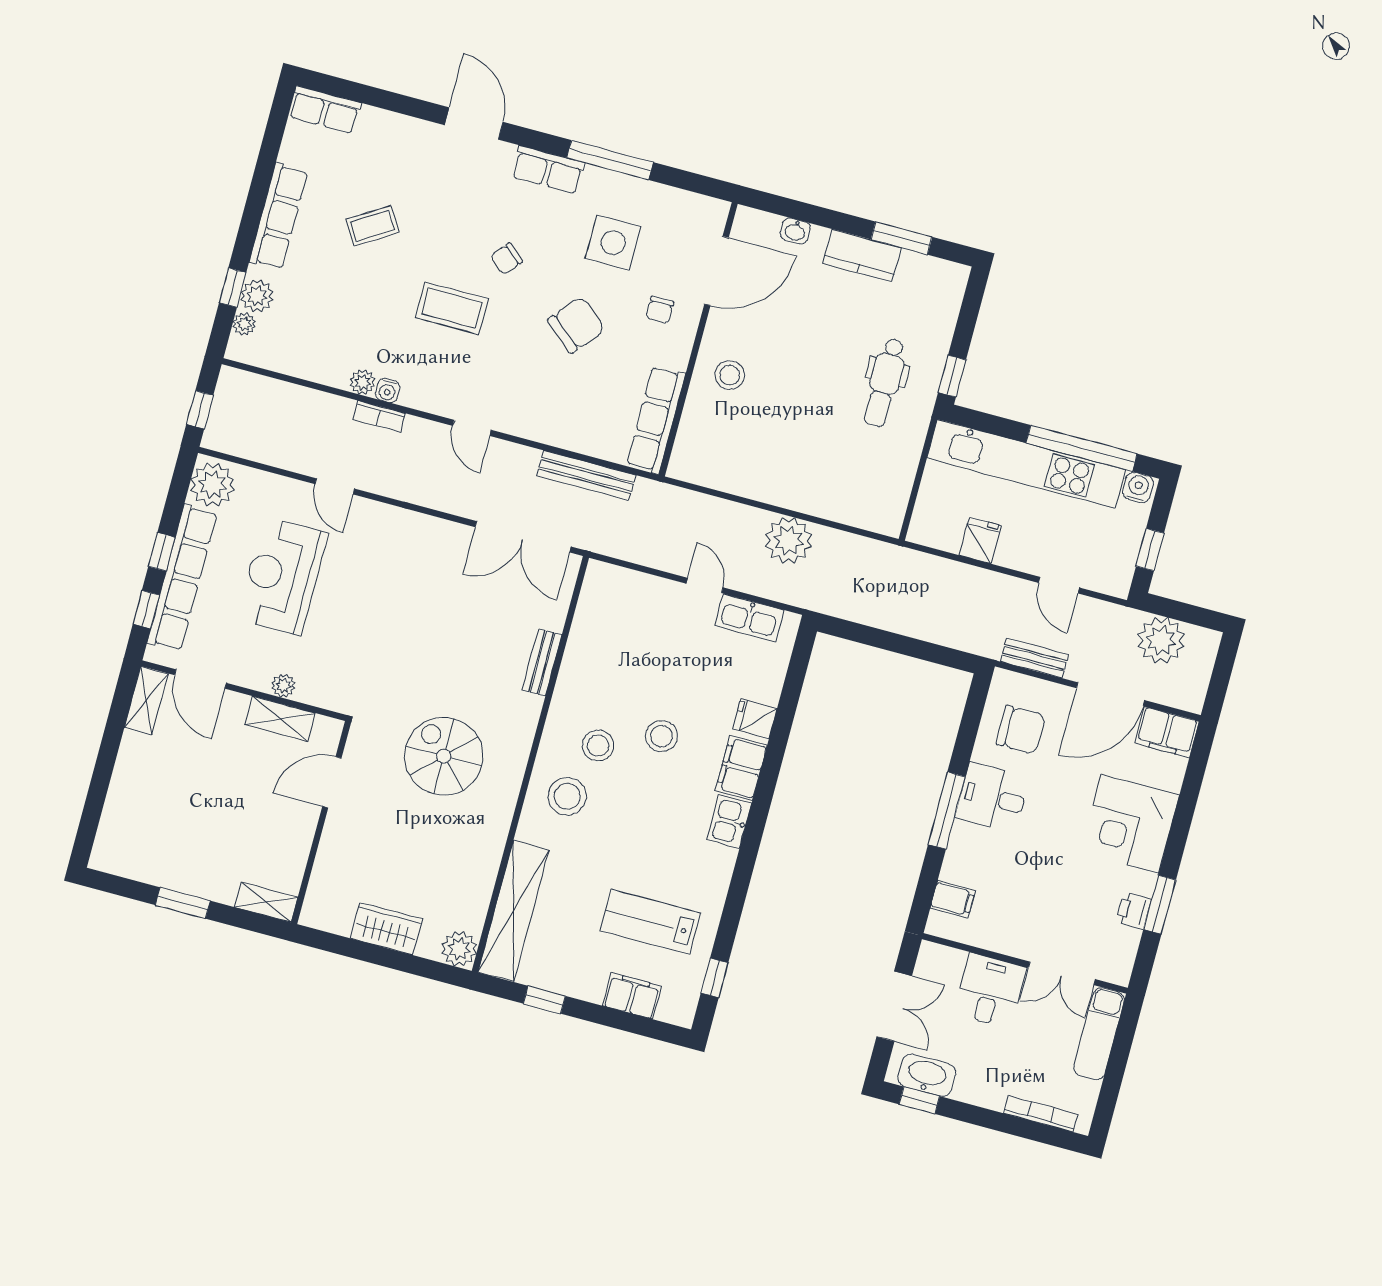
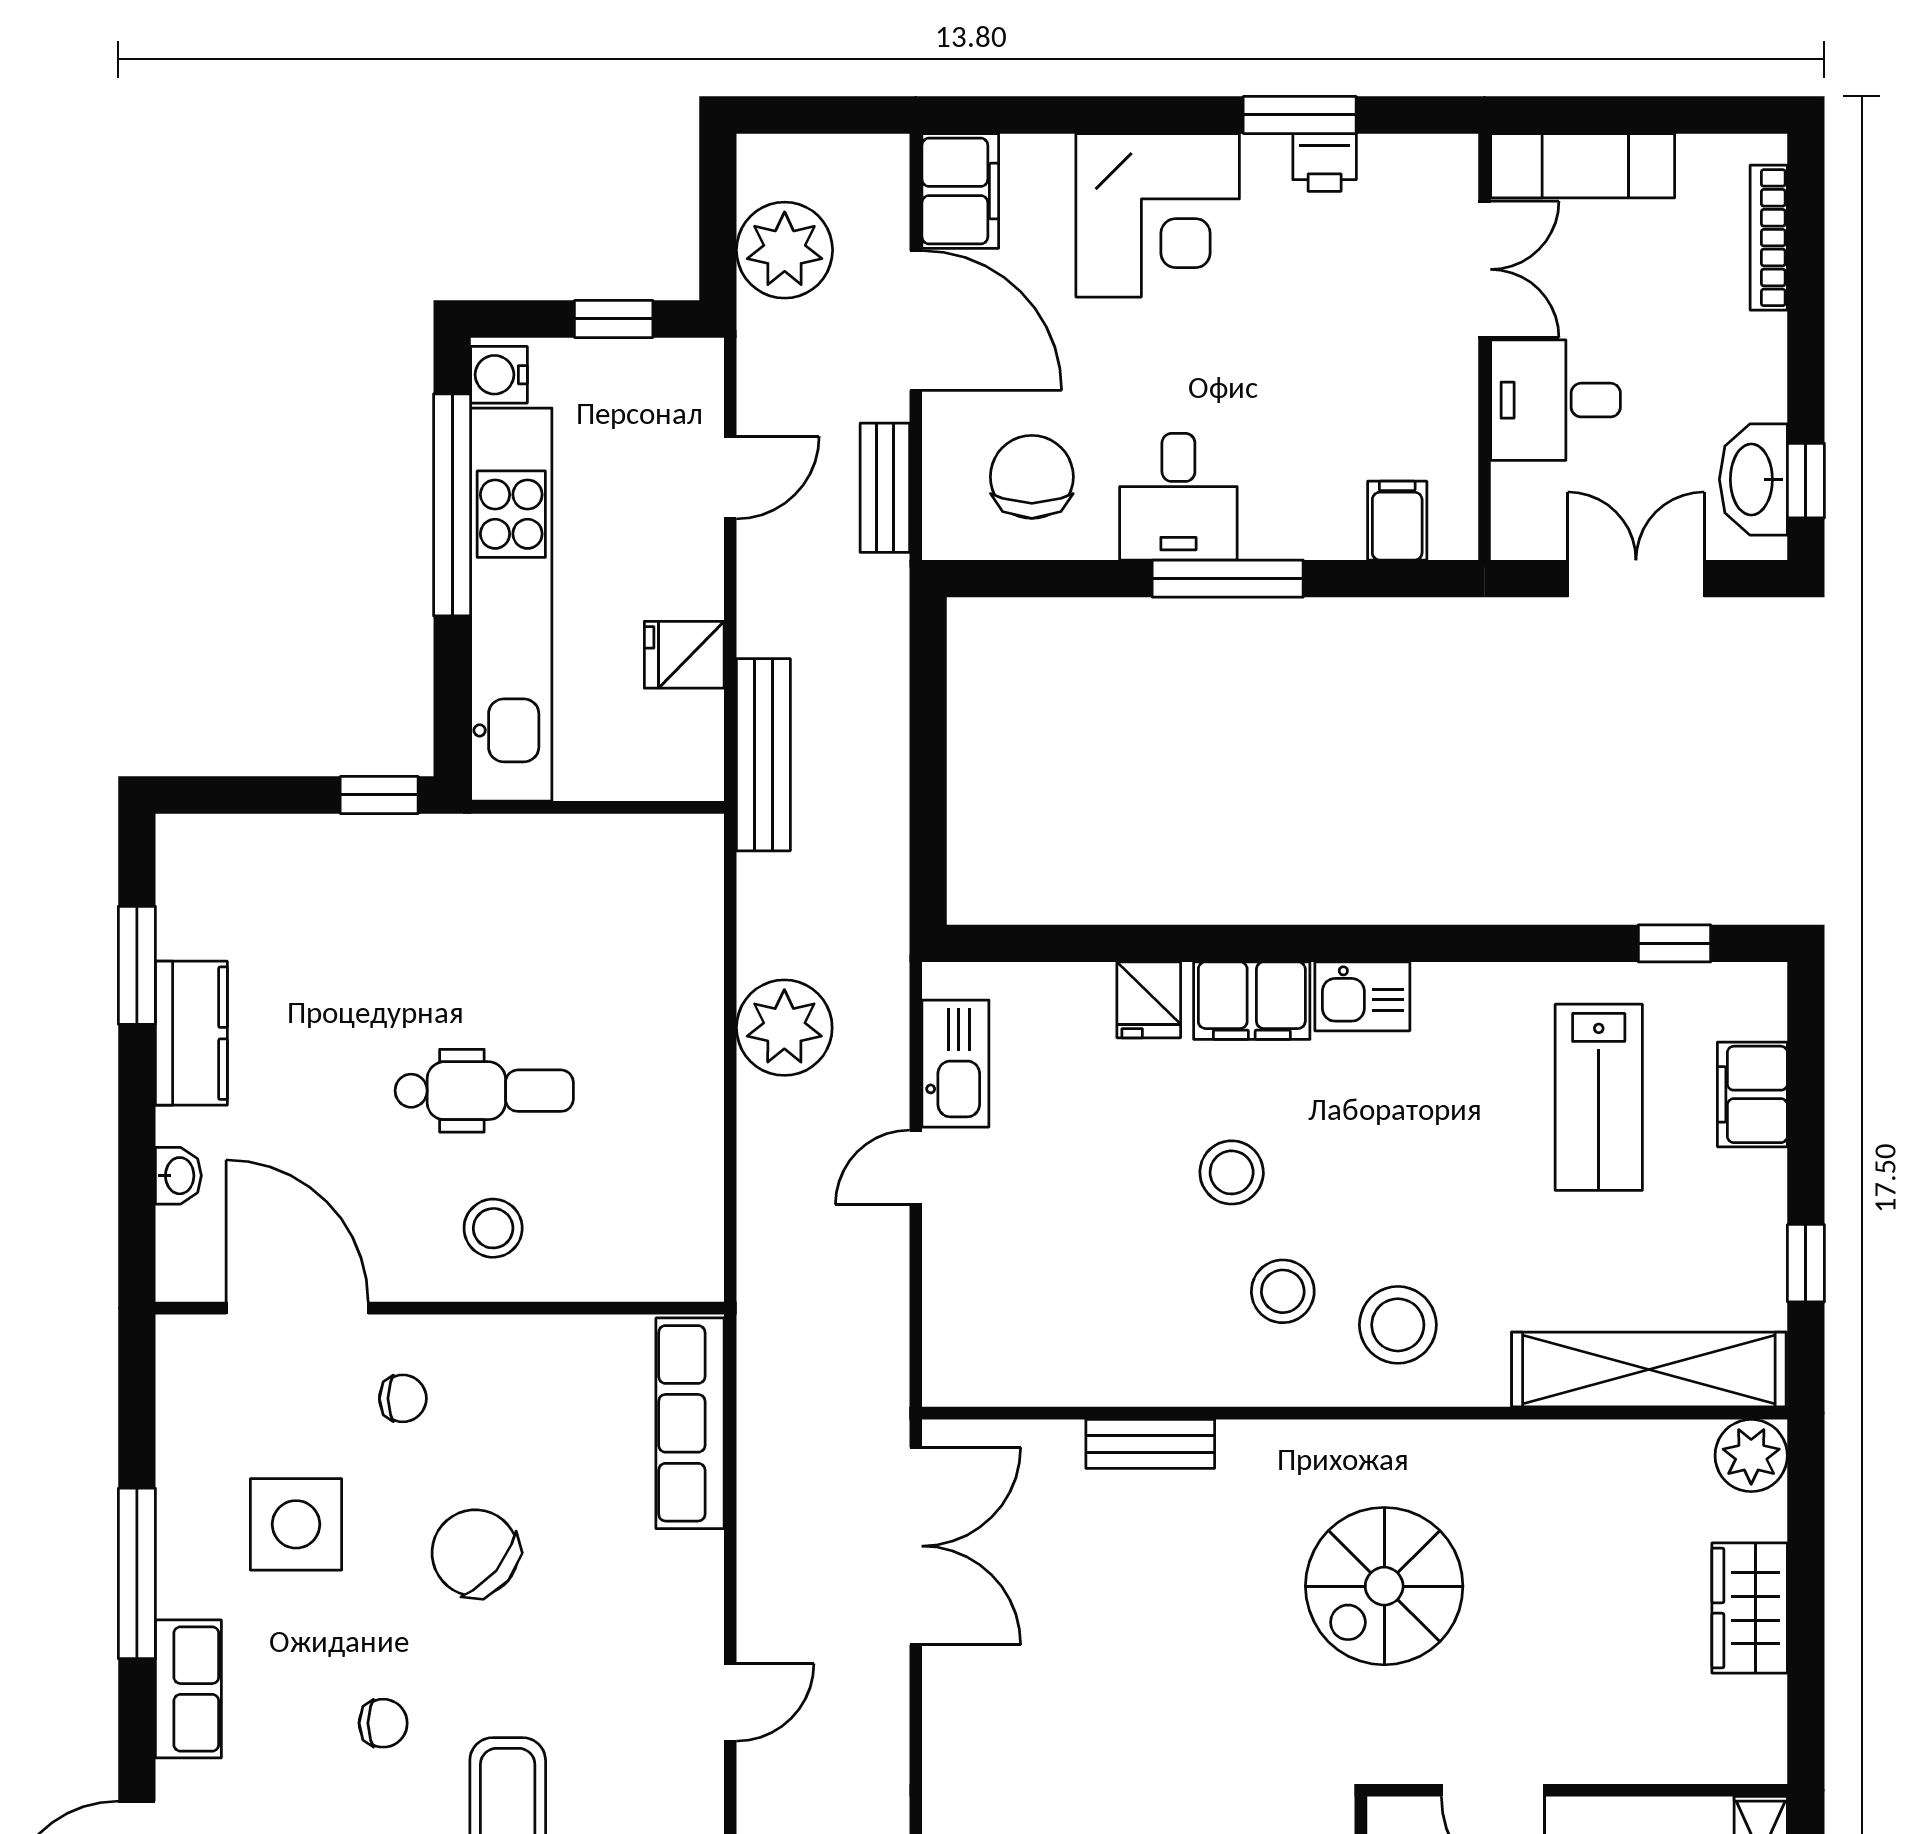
chair: (507, 259) -> (383, 1723), turned -40
dental chair: (885, 382) -> (484, 1091), moved
row of seats: (656, 420) -> (690, 1423), moved, turned 90
bench: (586, 475) -> (763, 755), moved

